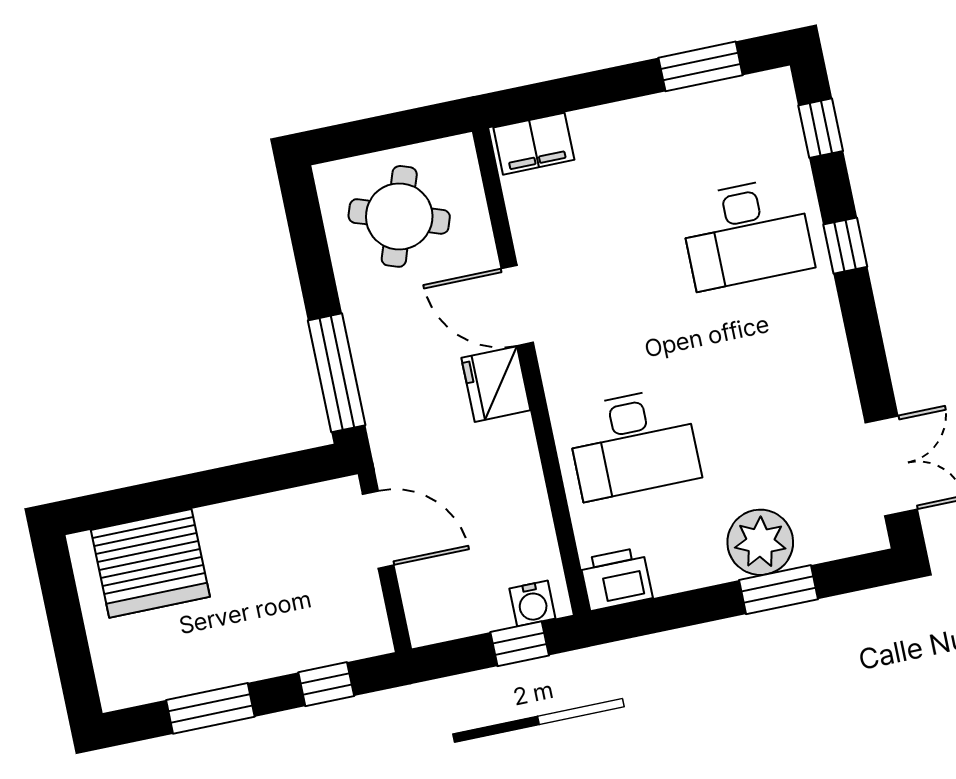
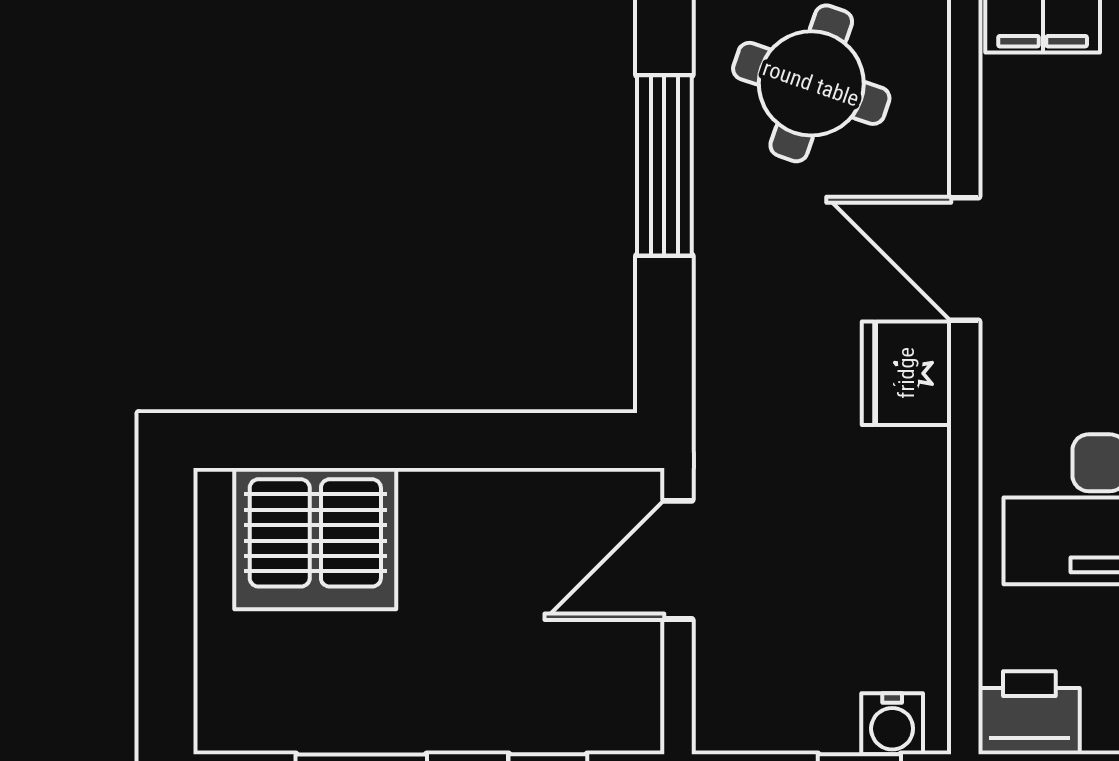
window: (337, 373) -> (664, 165), moved
door: (378, 530) -> (678, 560), swing flipped

